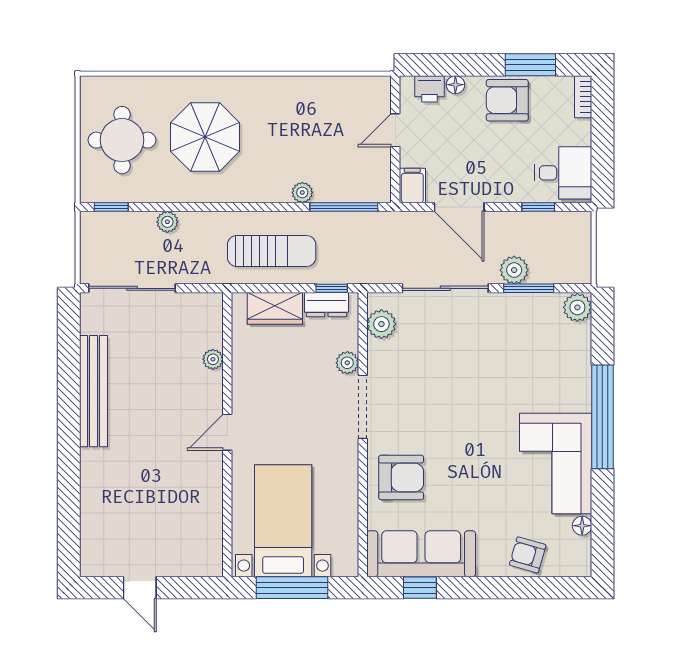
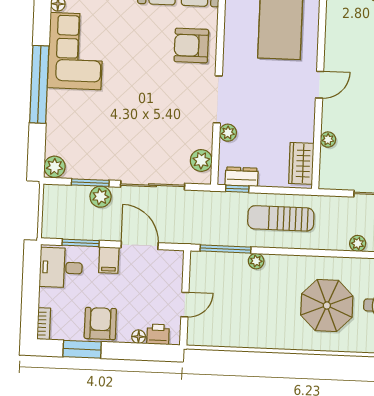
armchair: (507, 100) -> (100, 324), turned -90
filing cabinet: (412, 186) -> (109, 260), moved
window: (538, 207) -> (81, 243), width x1.50
wardrobe: (275, 308) -> (301, 163), moved, turned -90

